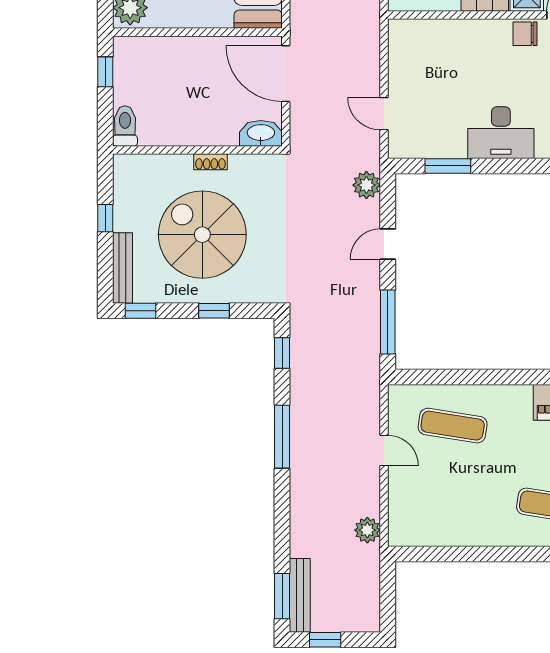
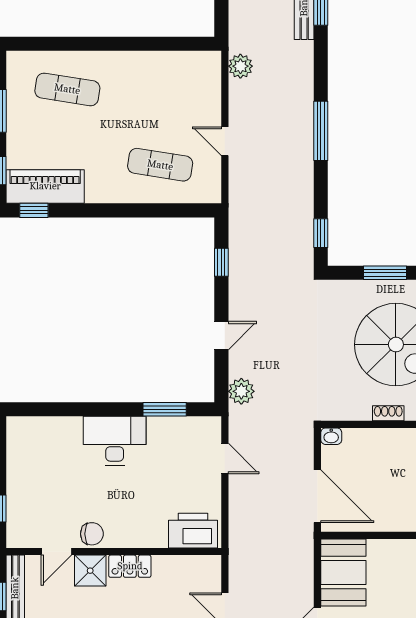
printer: (418, 37) -> (193, 531), added
washbasin: (261, 133) -> (331, 436), width x0.52, depth x0.69
window: (214, 311) -> (385, 273), width x1.50
window: (388, 322) -> (221, 262), width x0.46
window: (282, 437) -> (321, 131), moved

